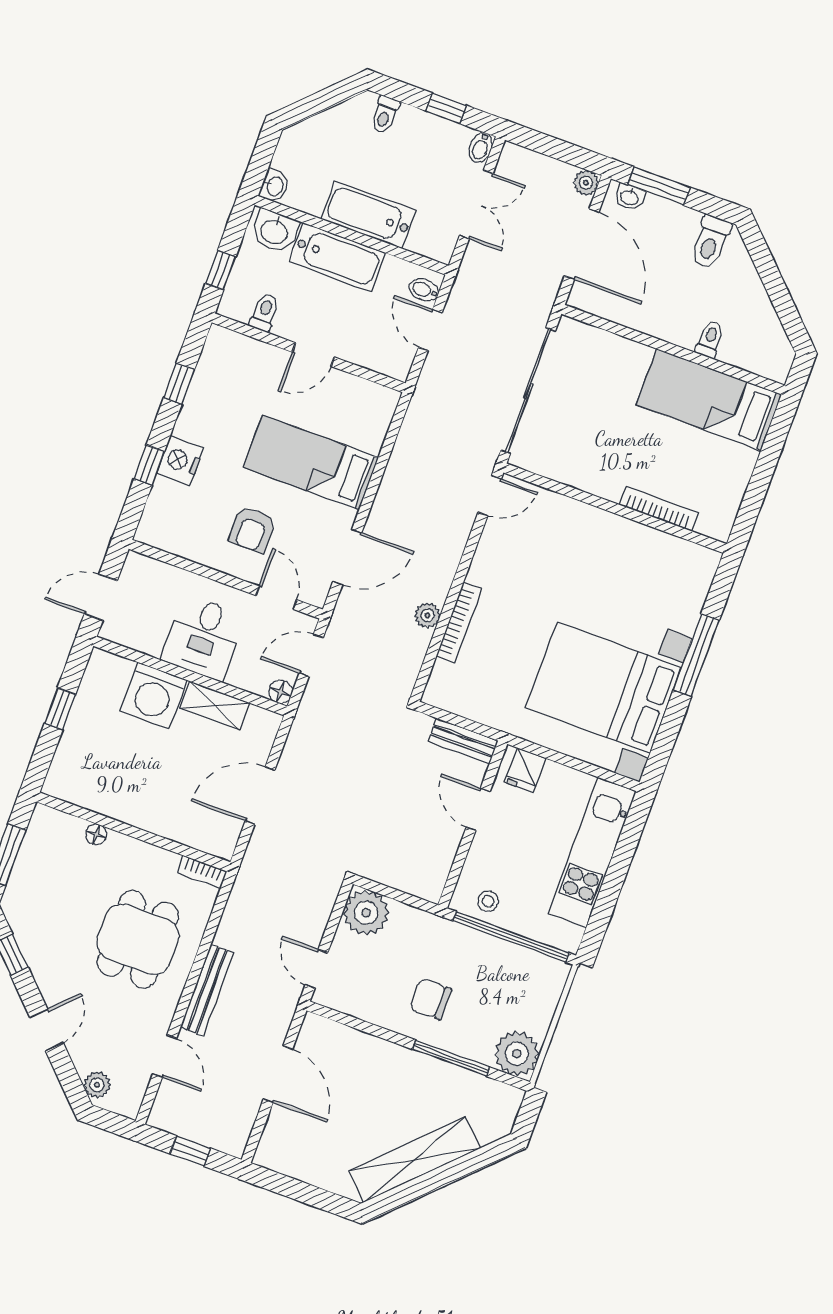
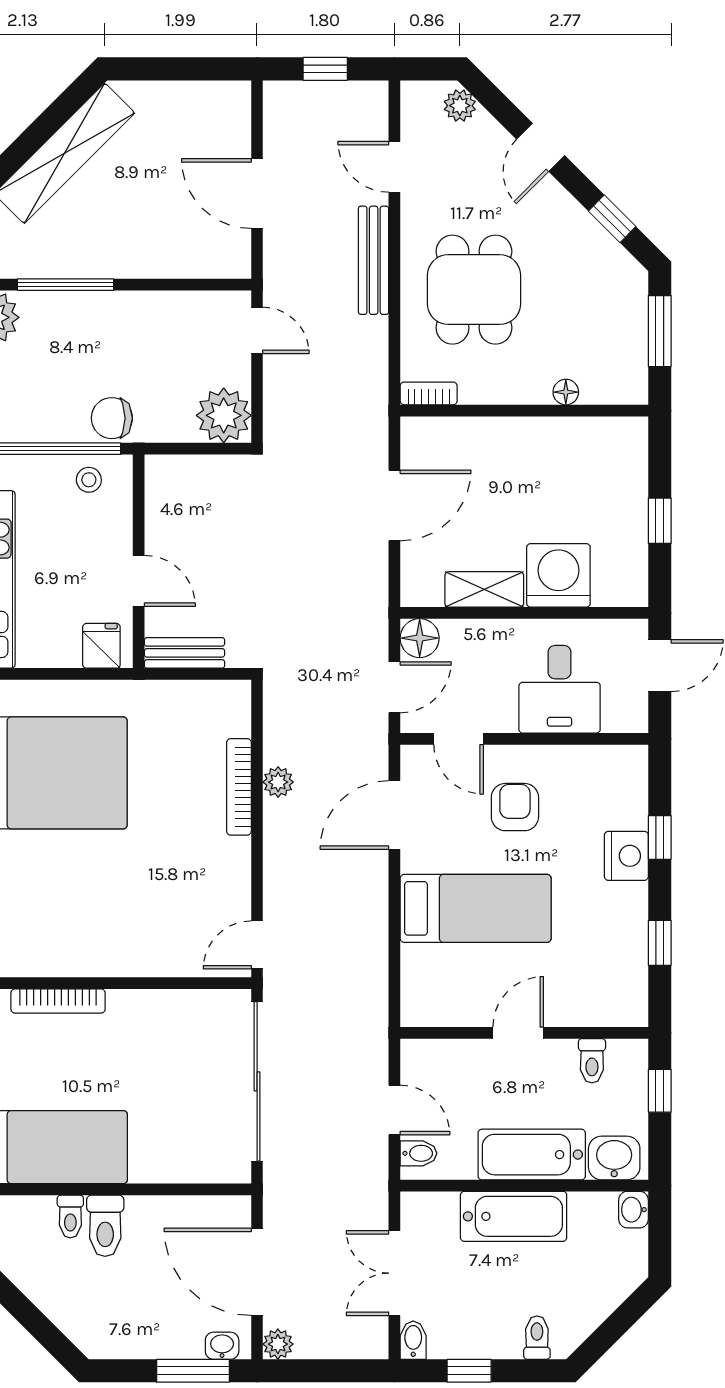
toilet: (711, 242) -> (105, 1226), moved, turned 180
desk: (203, 638) -> (560, 689), moved, turned 180
floor lamp: (281, 692) -> (420, 638), width x1.37, depth x1.37
chair: (431, 999) -> (112, 418), moved, turned 180

